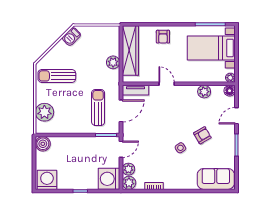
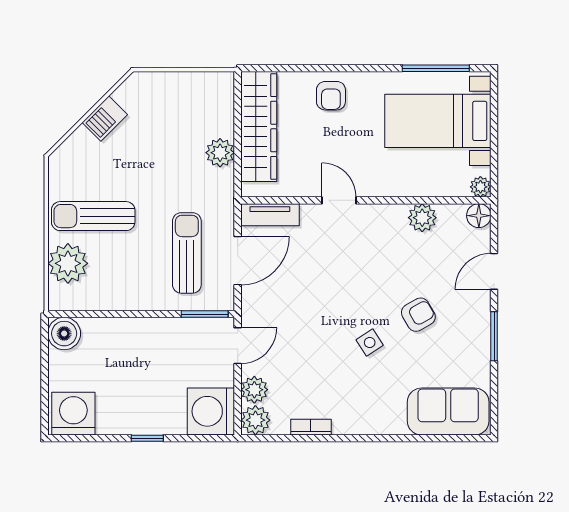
barbecue: (71, 37) -> (105, 118), moved
sun lounger: (57, 76) -> (93, 216), moved

